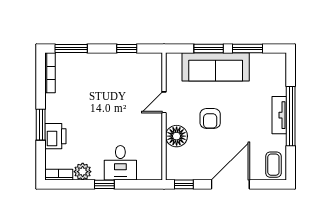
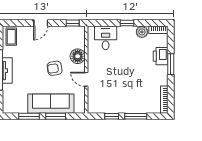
window: (71, 48) -> (136, 116), moved
door: (164, 102) -> (86, 79), swing flipped
armchair: (210, 119) -> (55, 68), turned -99
desk: (120, 163) -> (106, 38), moved
door: (230, 184) -> (41, 23), width x0.53

